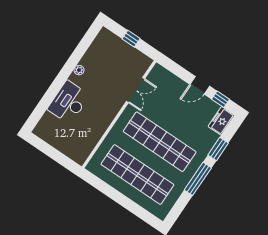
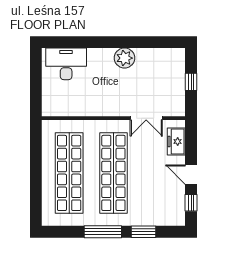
plant: (79, 70) -> (125, 58), width x1.88, depth x1.88
desk: (69, 102) -> (66, 64), moved
freezer: (221, 121) -> (176, 141), moved, turned -90

